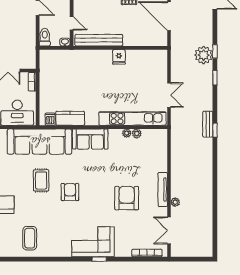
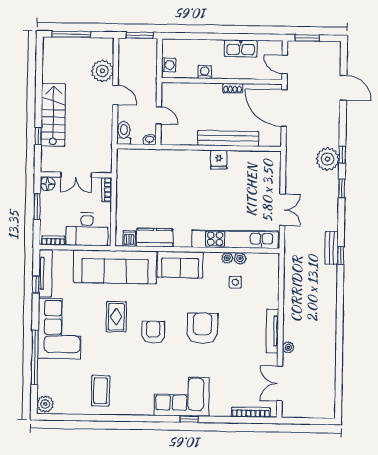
bench: (99, 40) -> (228, 138), moved
side table: (133, 152) -> (235, 282), added
armchair: (127, 198) -> (202, 328), moved

